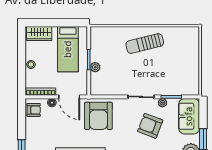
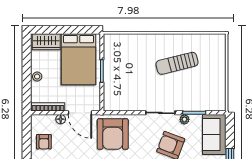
sun lounger: (145, 43) -> (177, 63), moved
bed: (68, 49) -> (79, 59), width x1.50
plant: (95, 67) -> (109, 80), removed
armchair: (34, 110) -> (44, 142), moved, turned 90

